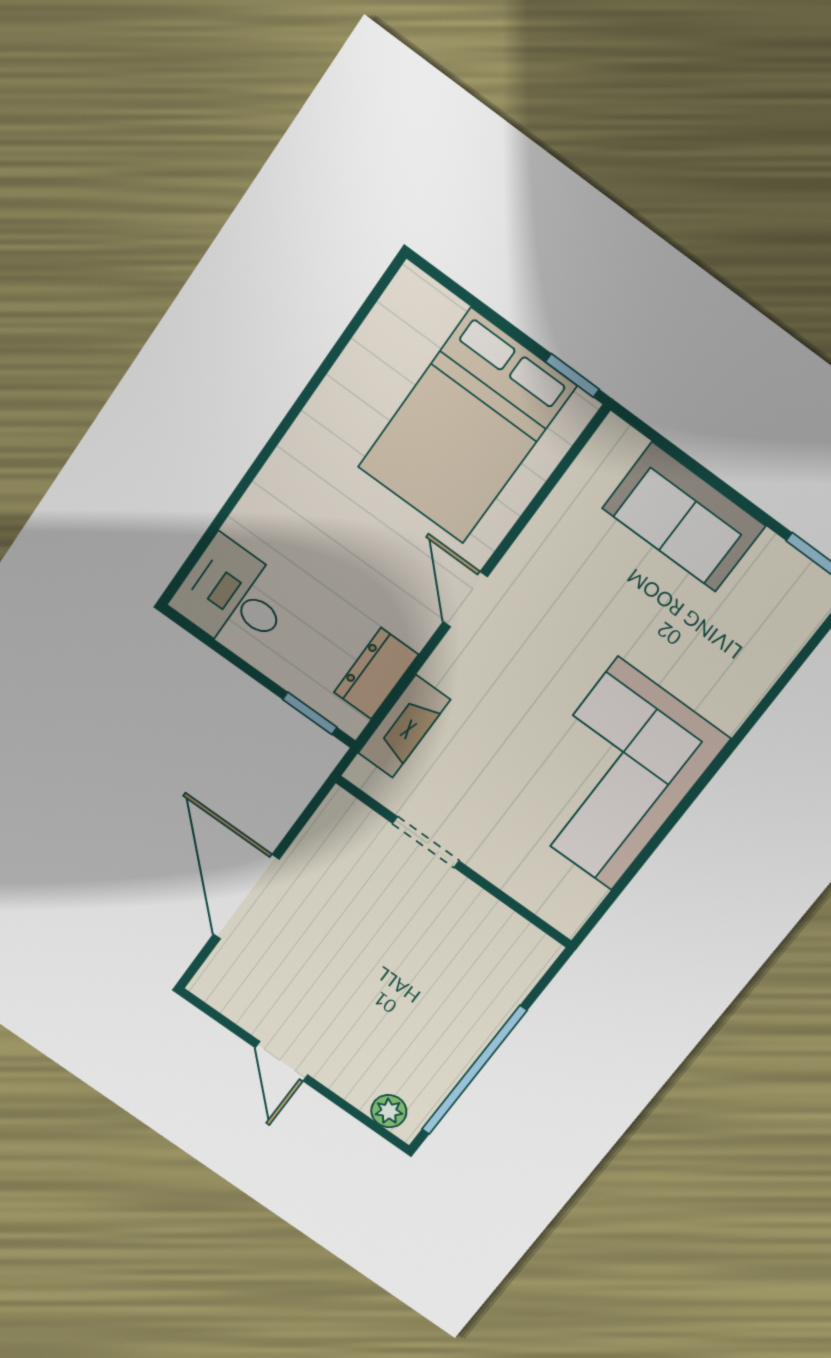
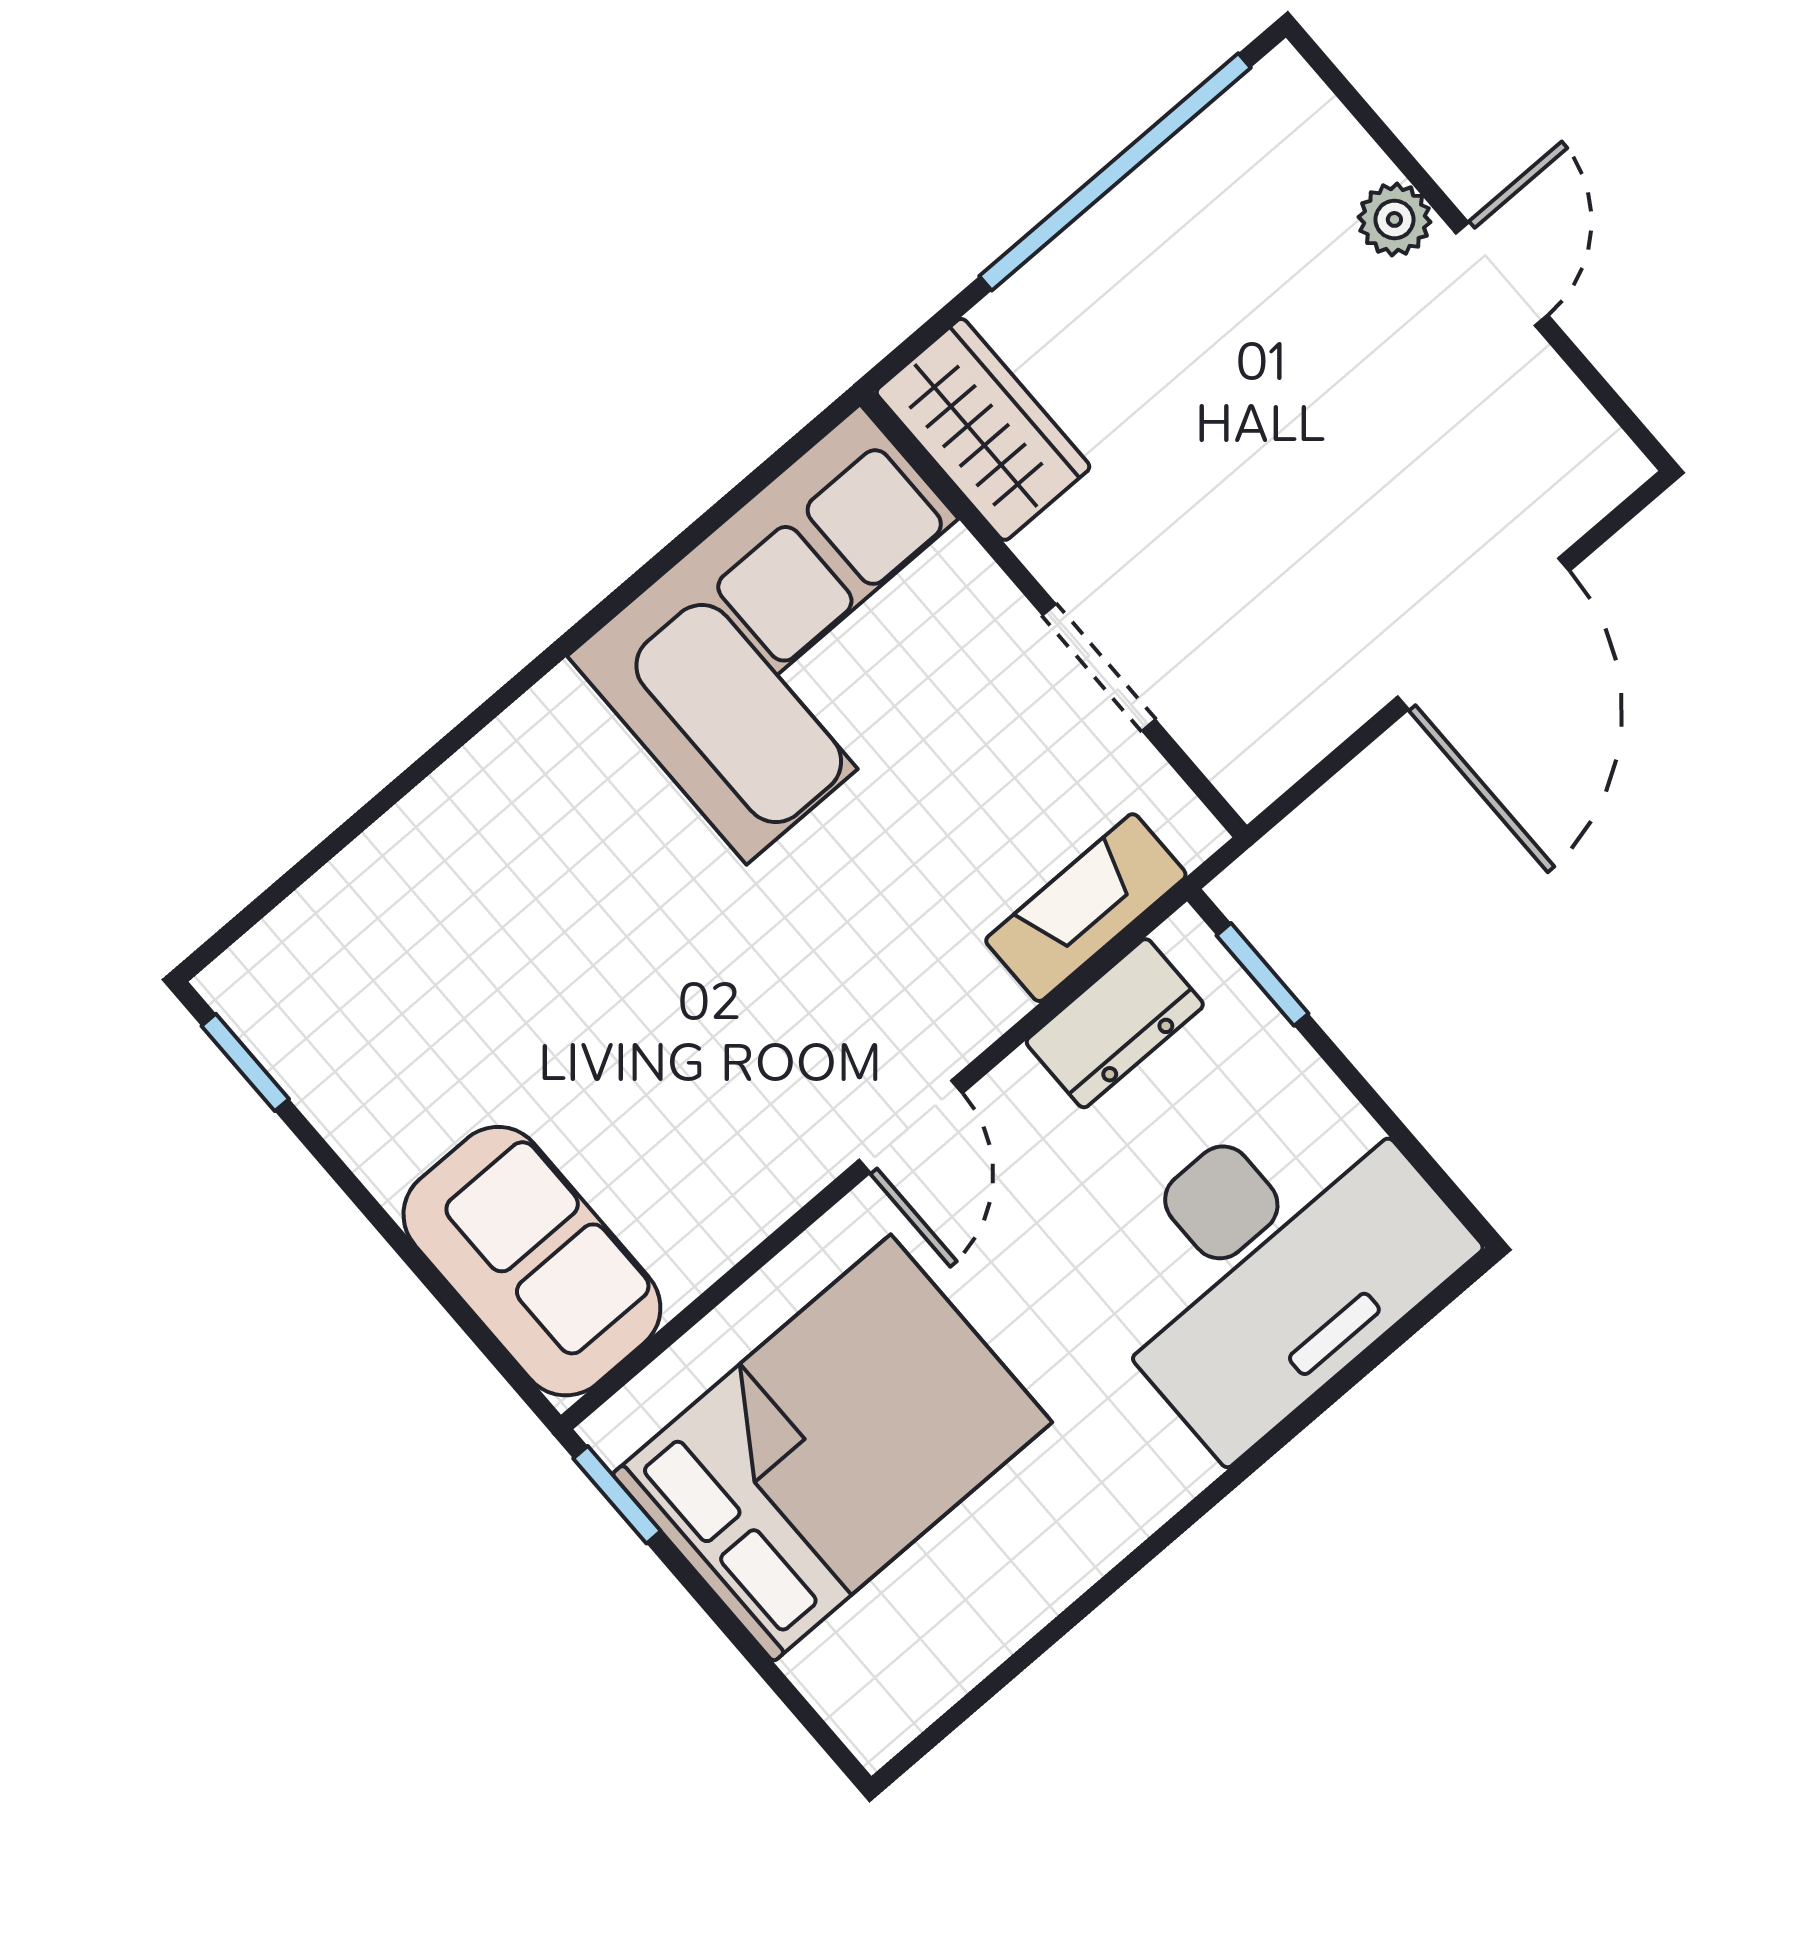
sofa: (684, 517) -> (532, 1261), moved
desk: (233, 597) -> (1273, 1262), width x1.87, depth x1.30
corner sofa: (615, 775) -> (803, 634), moved
wardrobe: (509, 941) -> (983, 429), added
plant: (389, 1111) -> (1394, 219), moved

